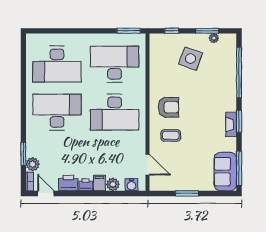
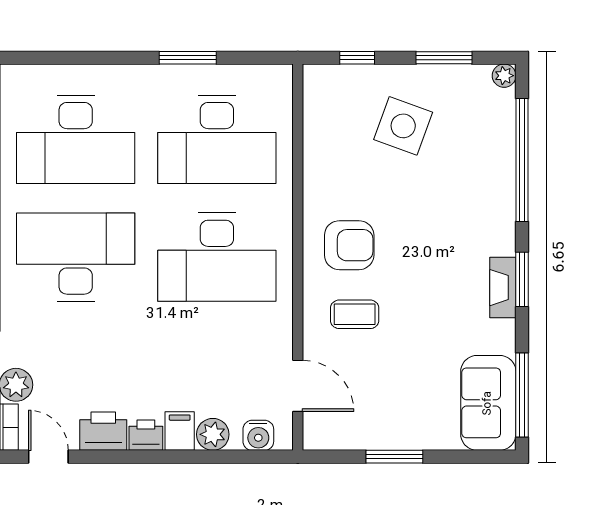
window: (129, 31) -> (188, 58), moved
plant: (214, 38) -> (504, 76), moved
desk: (115, 64) -> (217, 139), turned 180

